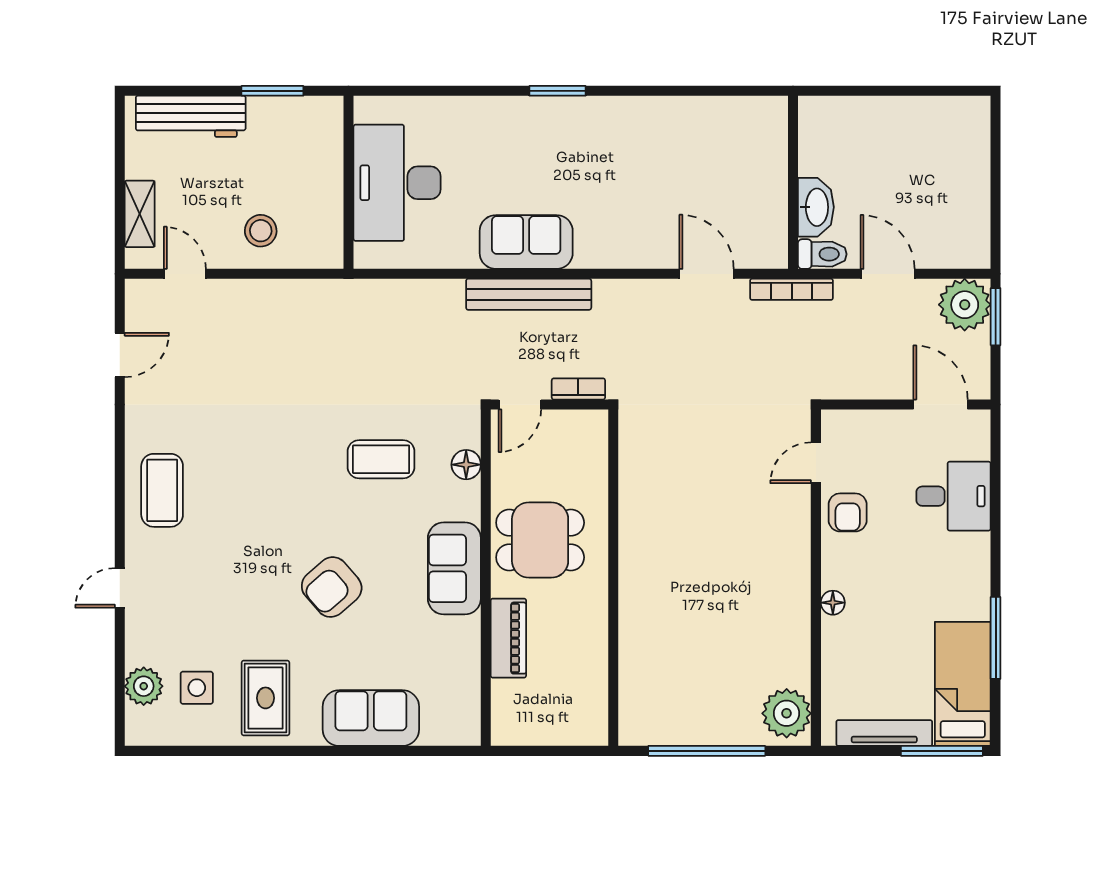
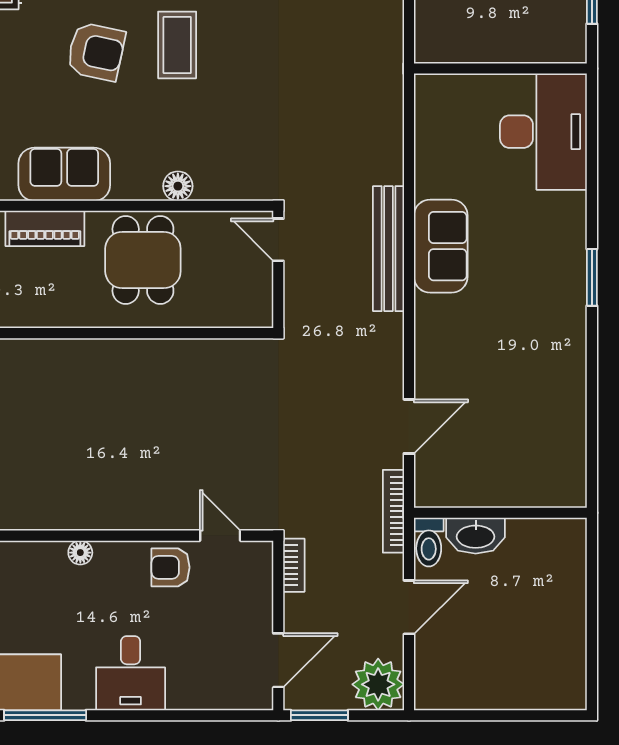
desk: (397, 183) -> (543, 132), moved, turned 90
window: (996, 317) -> (319, 715), moved
bookcase: (578, 389) -> (294, 565), moved
coffee table: (381, 459) -> (177, 45), moved
floor lamp: (466, 465) -> (178, 186), moved
desk: (954, 496) -> (131, 673), moved
sofa: (454, 568) -> (64, 174), moved
armchair: (332, 587) -> (96, 52), turned 143

